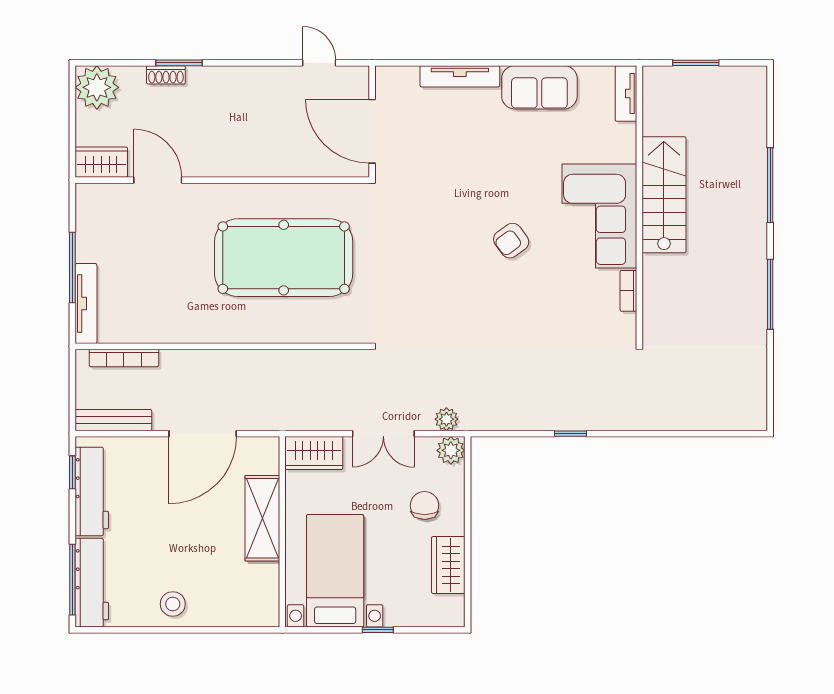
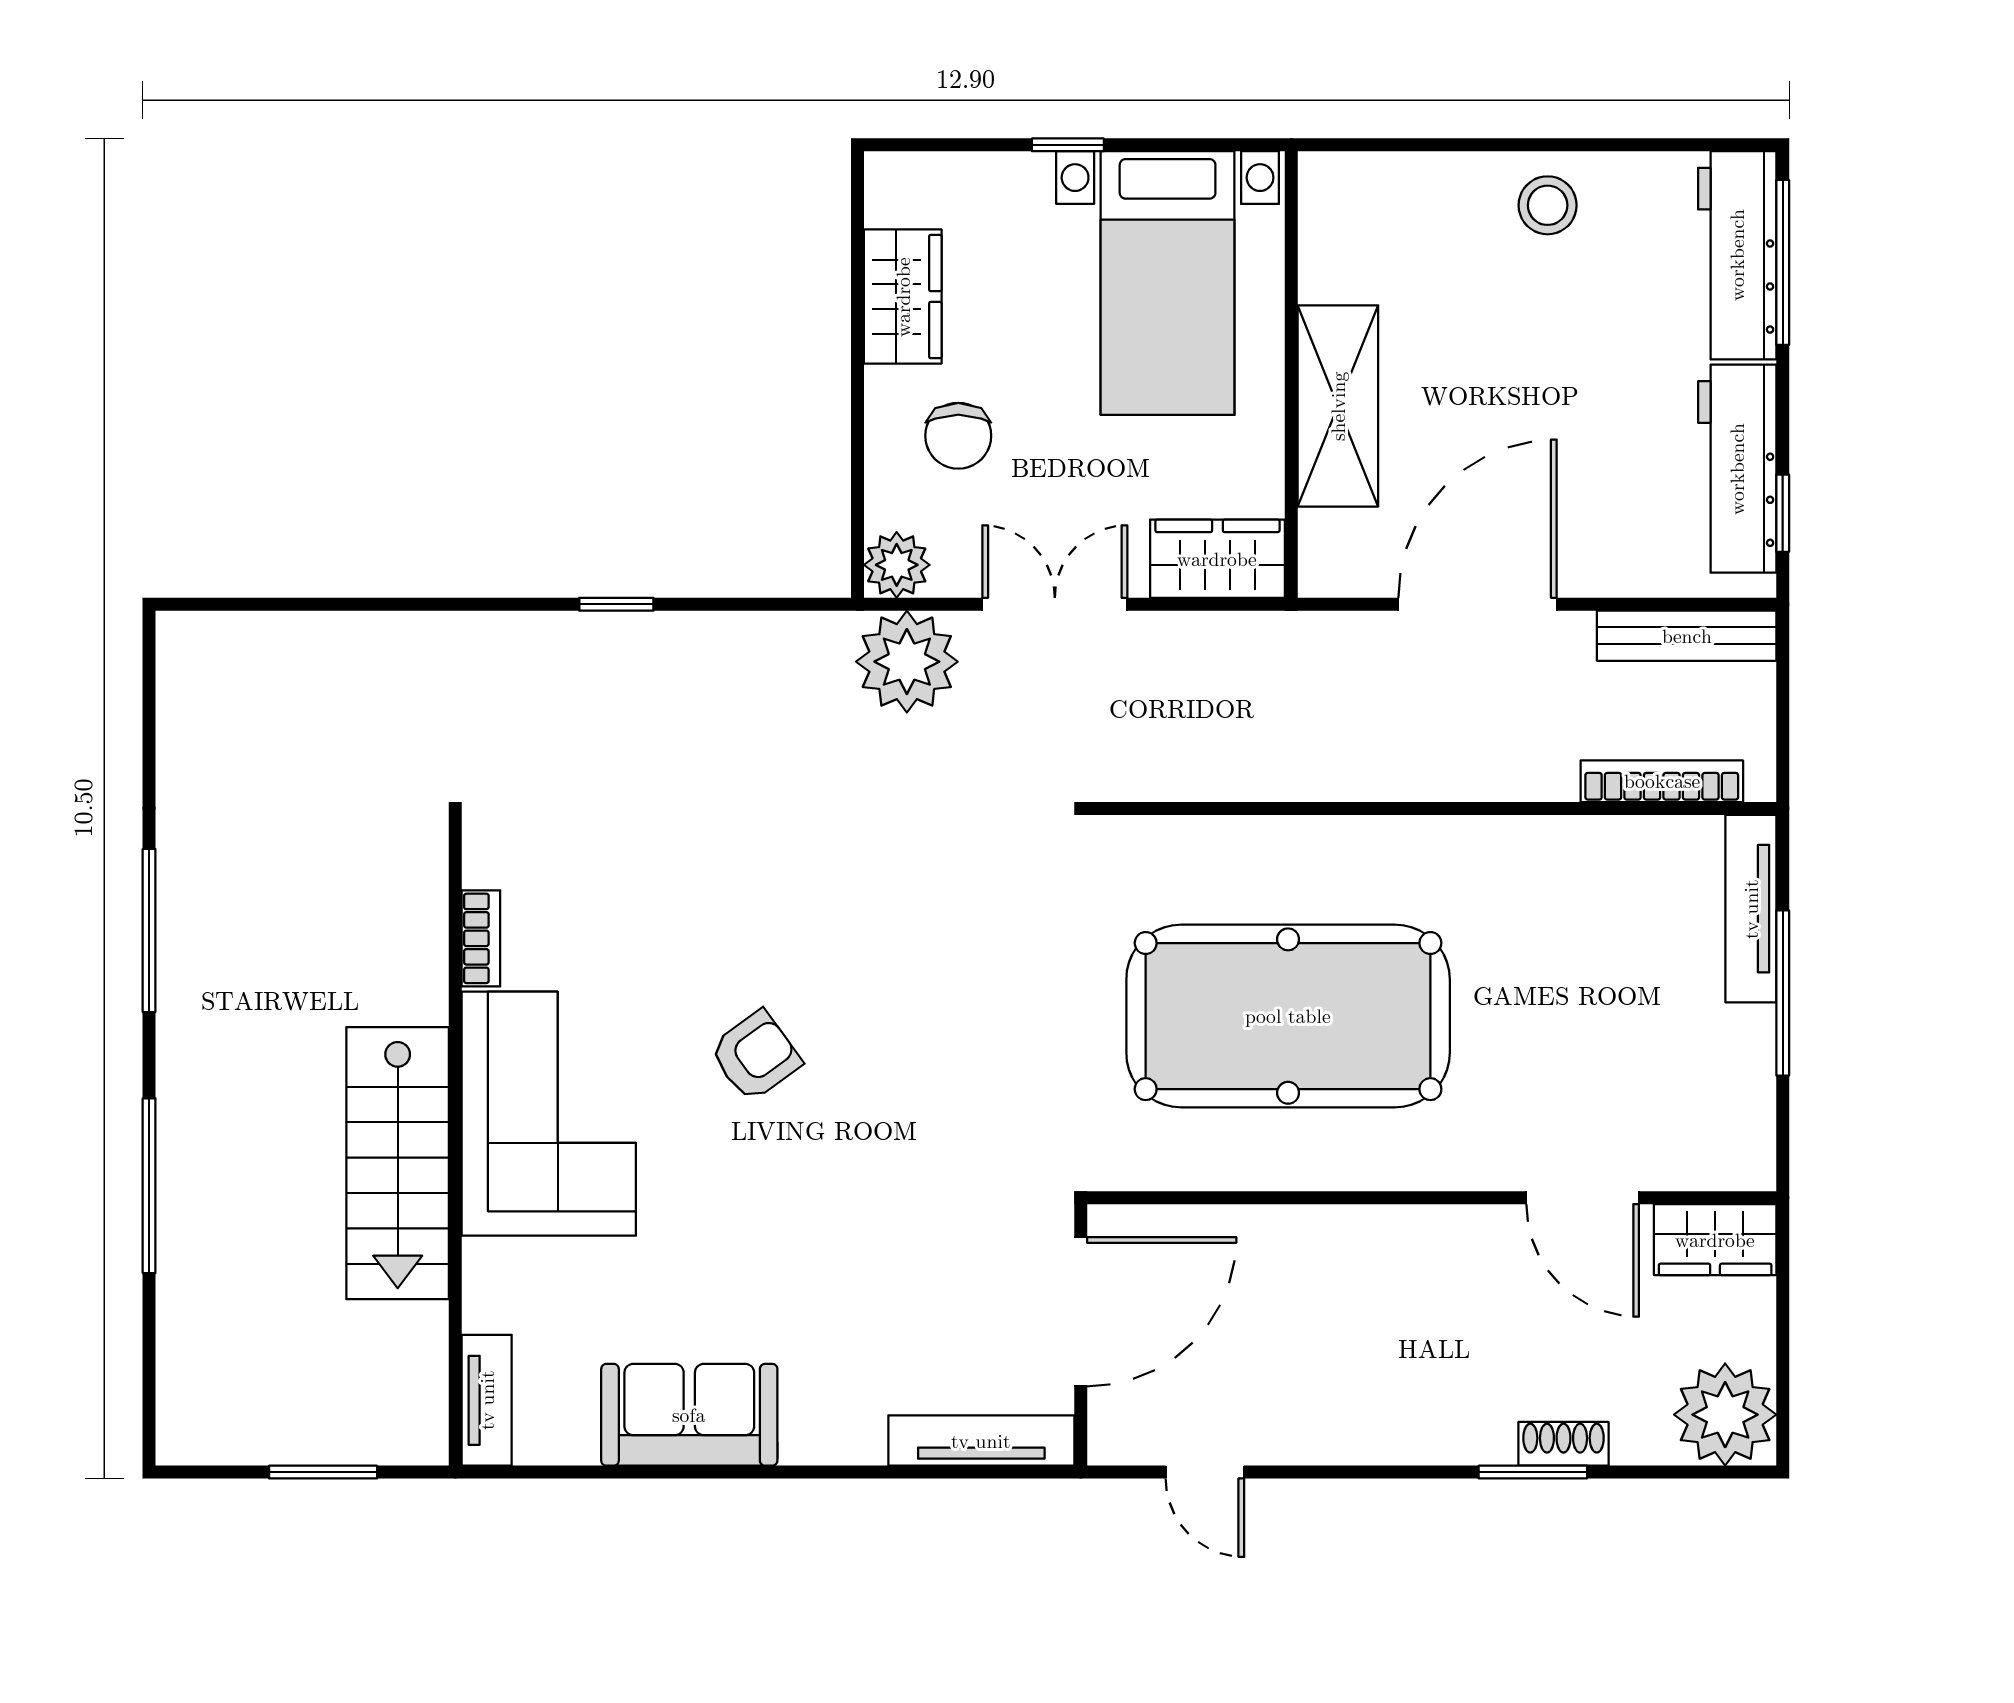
tv unit: (460, 76) -> (981, 1441), moved
door: (372, 131) -> (1081, 1312), hinge flipped
plant: (446, 419) -> (907, 662), width x1.88, depth x1.88

